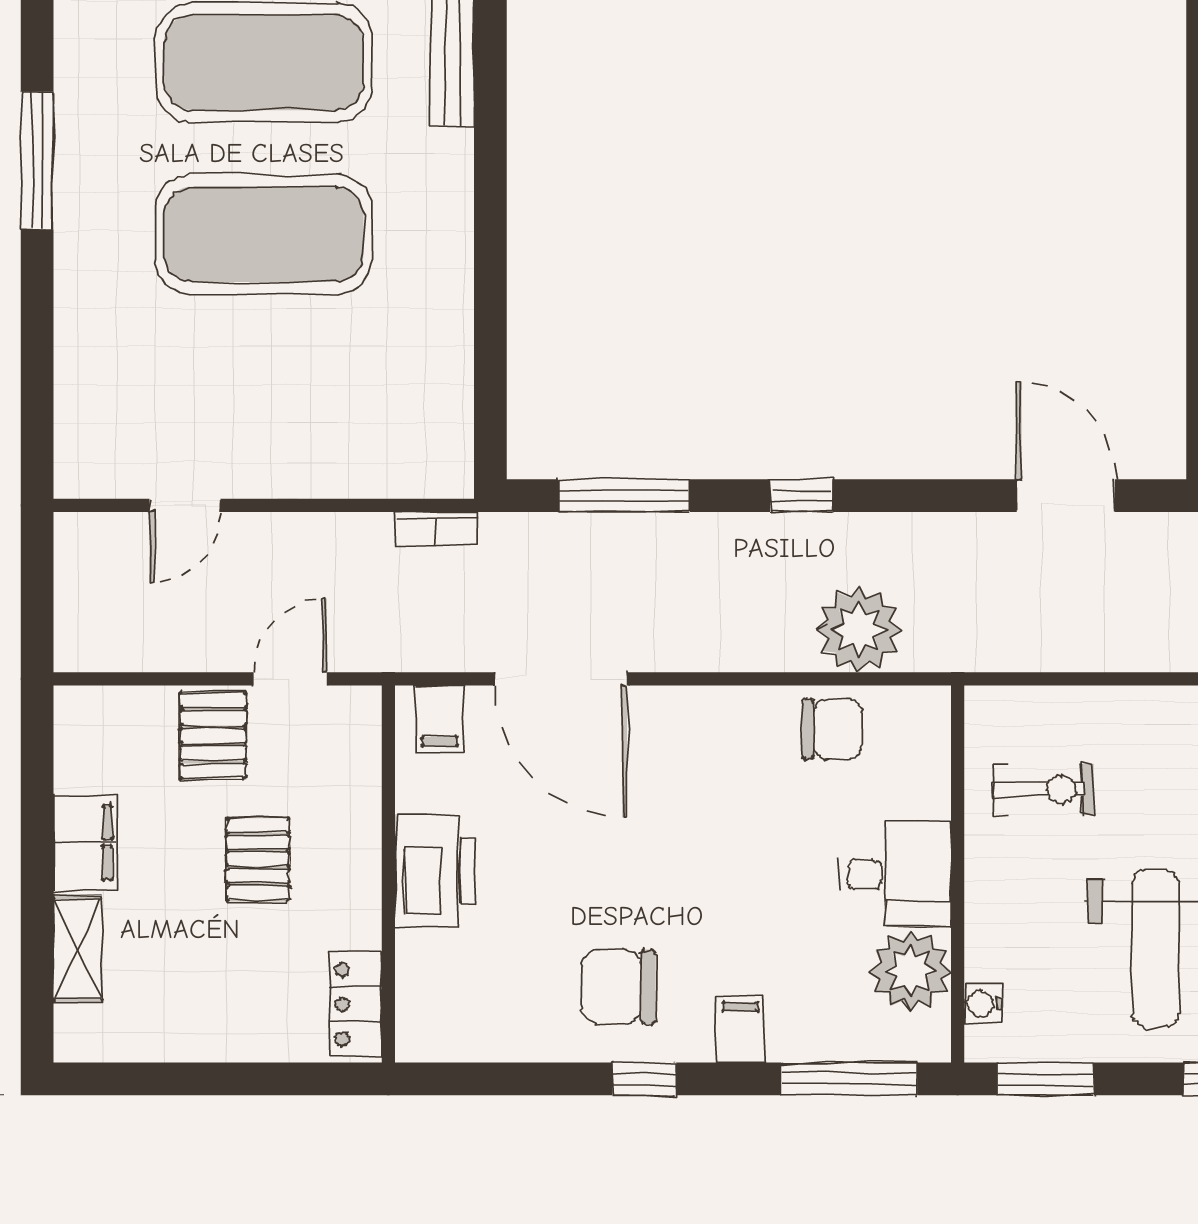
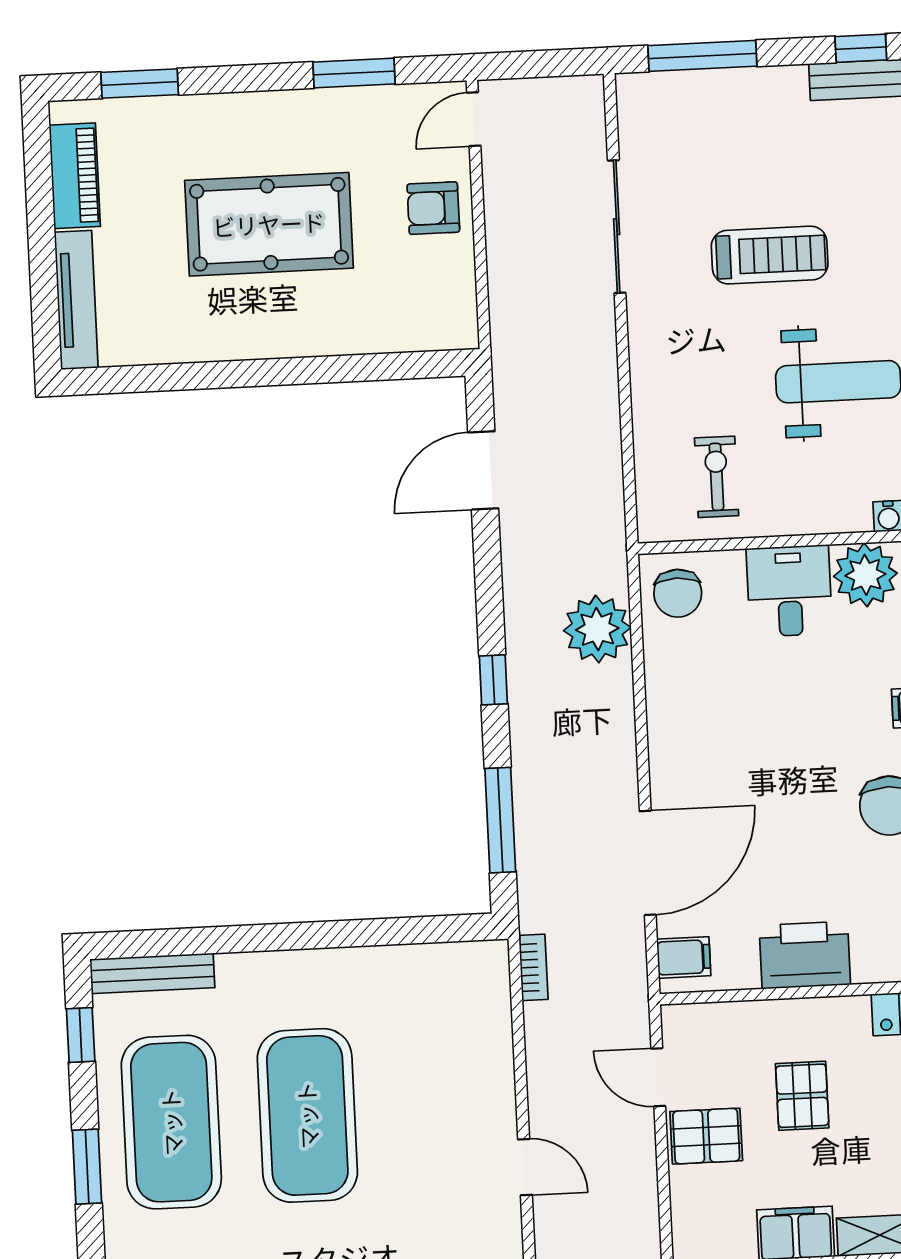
chair: (832, 729) -> (678, 593), moved, turned 180
pallet: (258, 859) -> (802, 1096), turned 90

